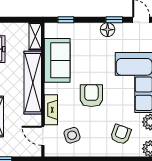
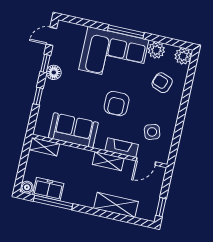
window: (66, 20) -> (38, 96), moved
shelving: (33, 83) -> (108, 161), width x0.45, depth x0.75
armchair: (91, 96) -> (117, 104), turned -90

